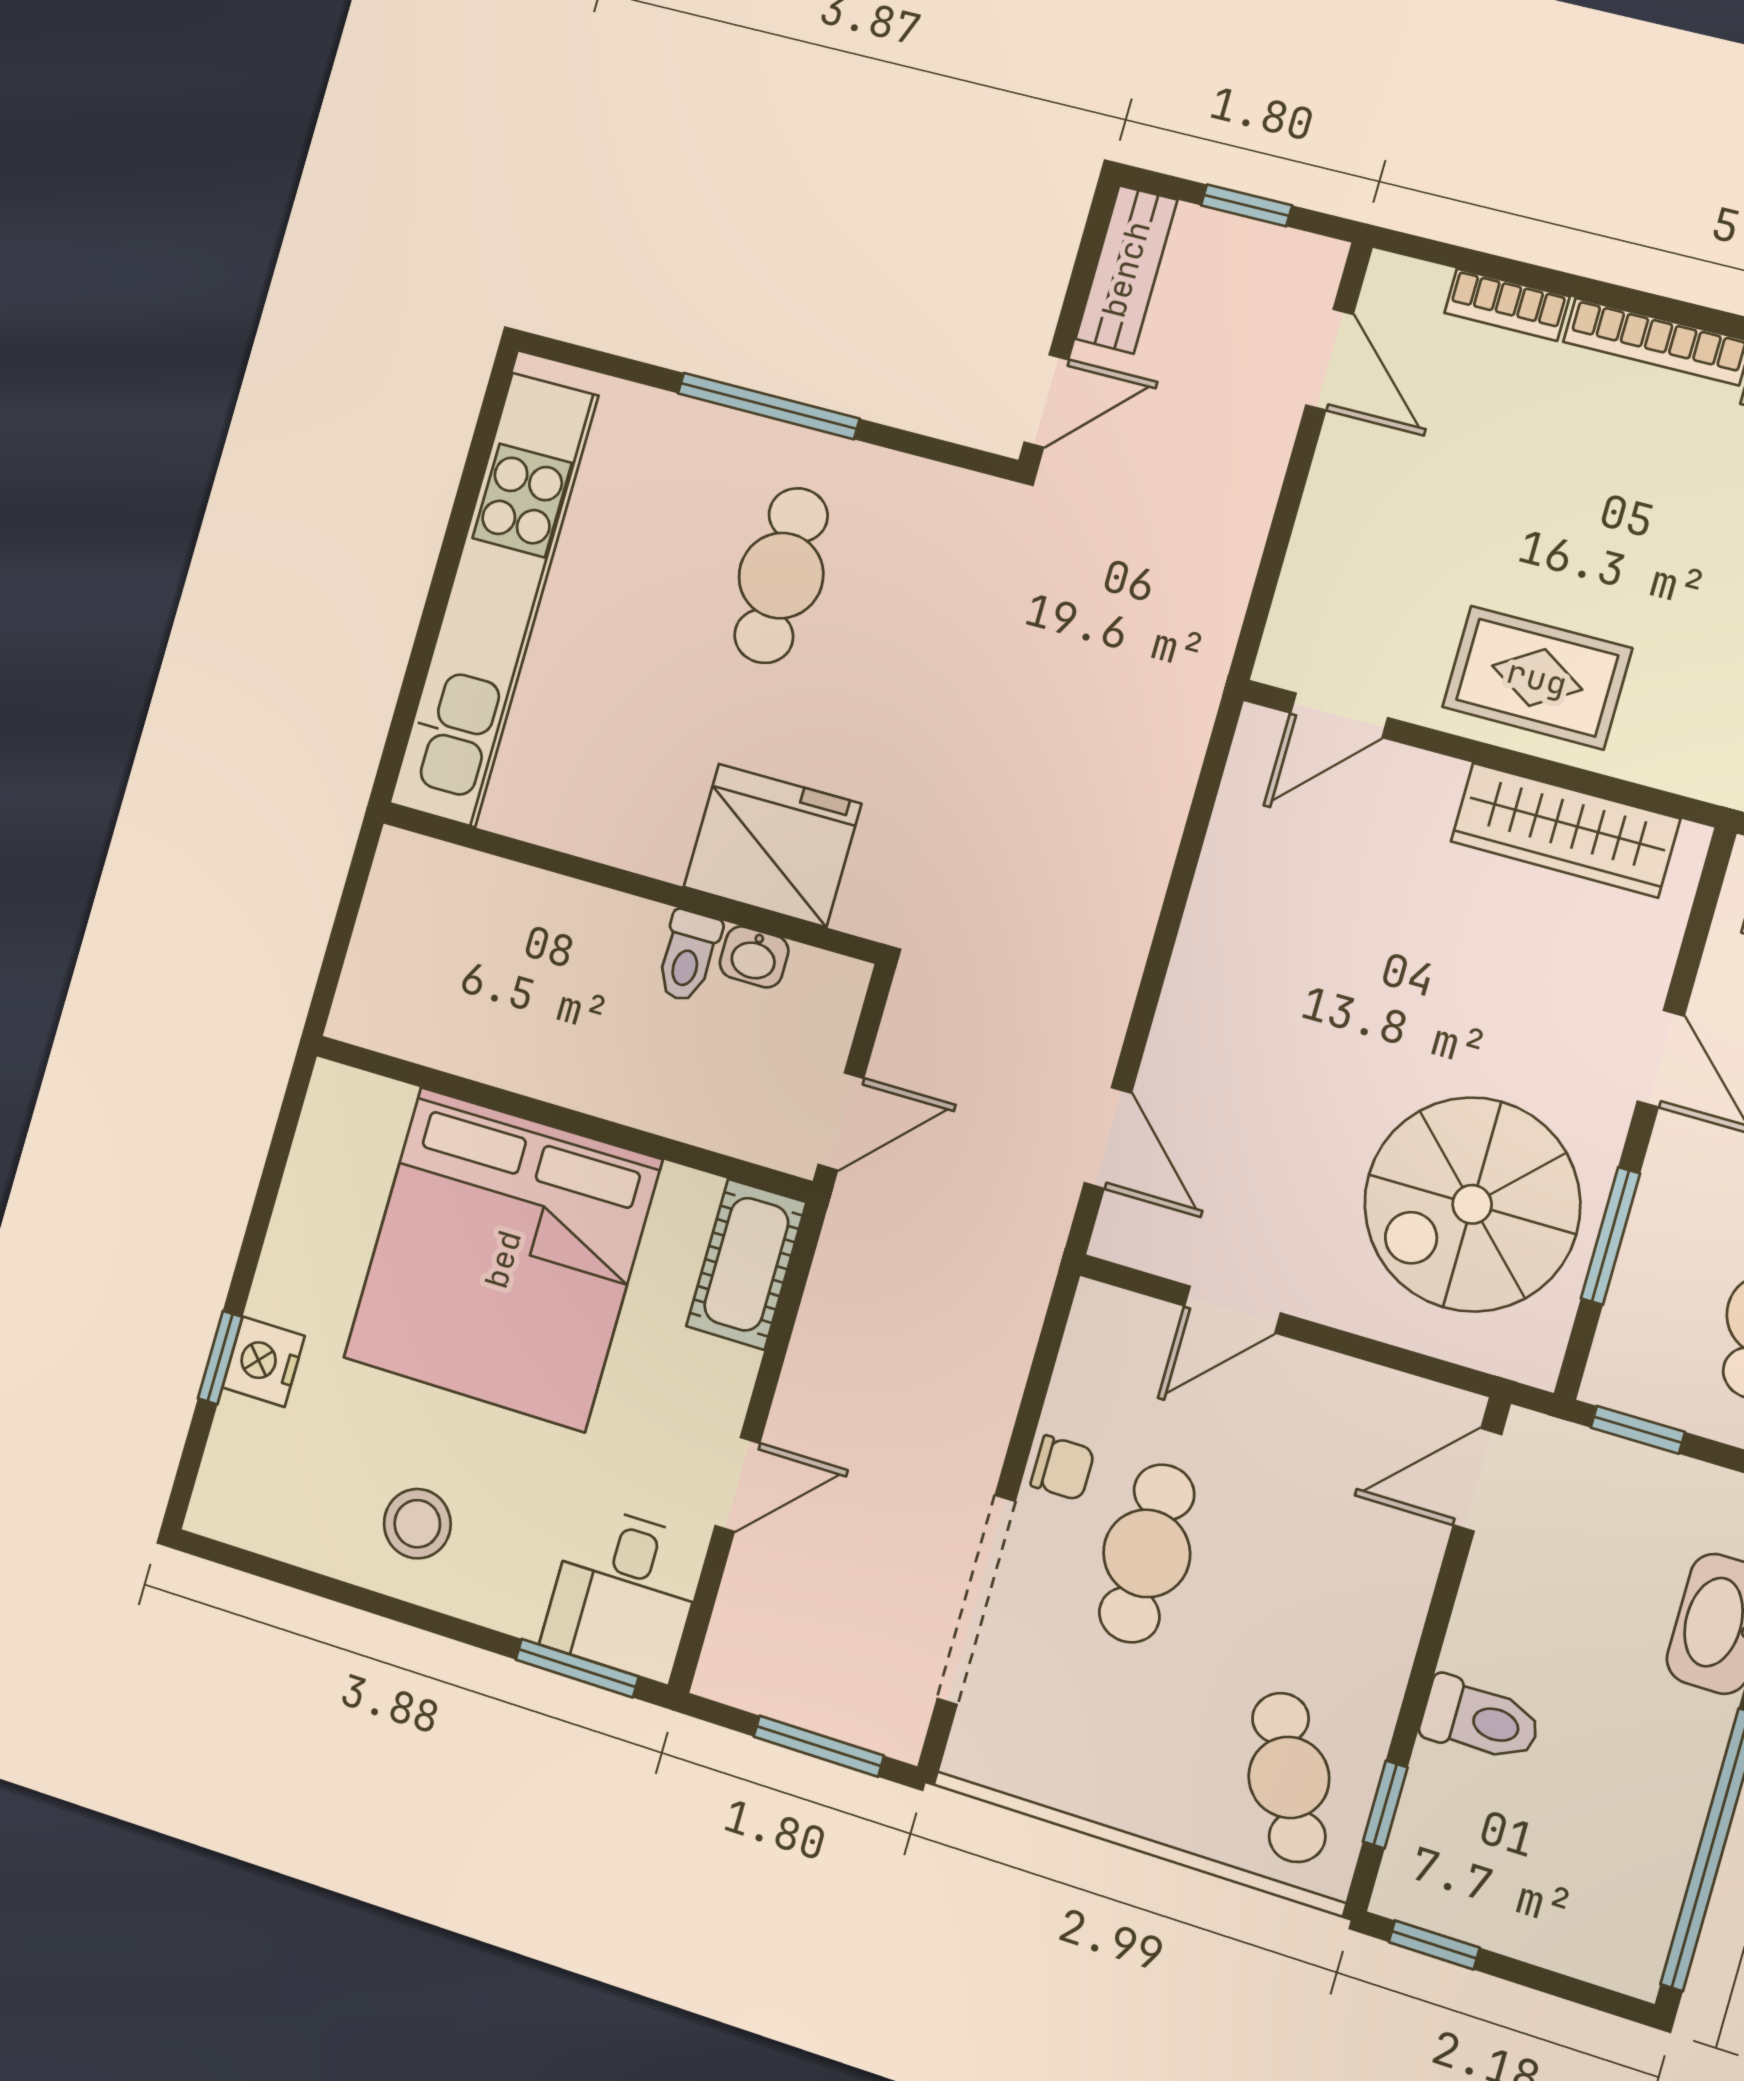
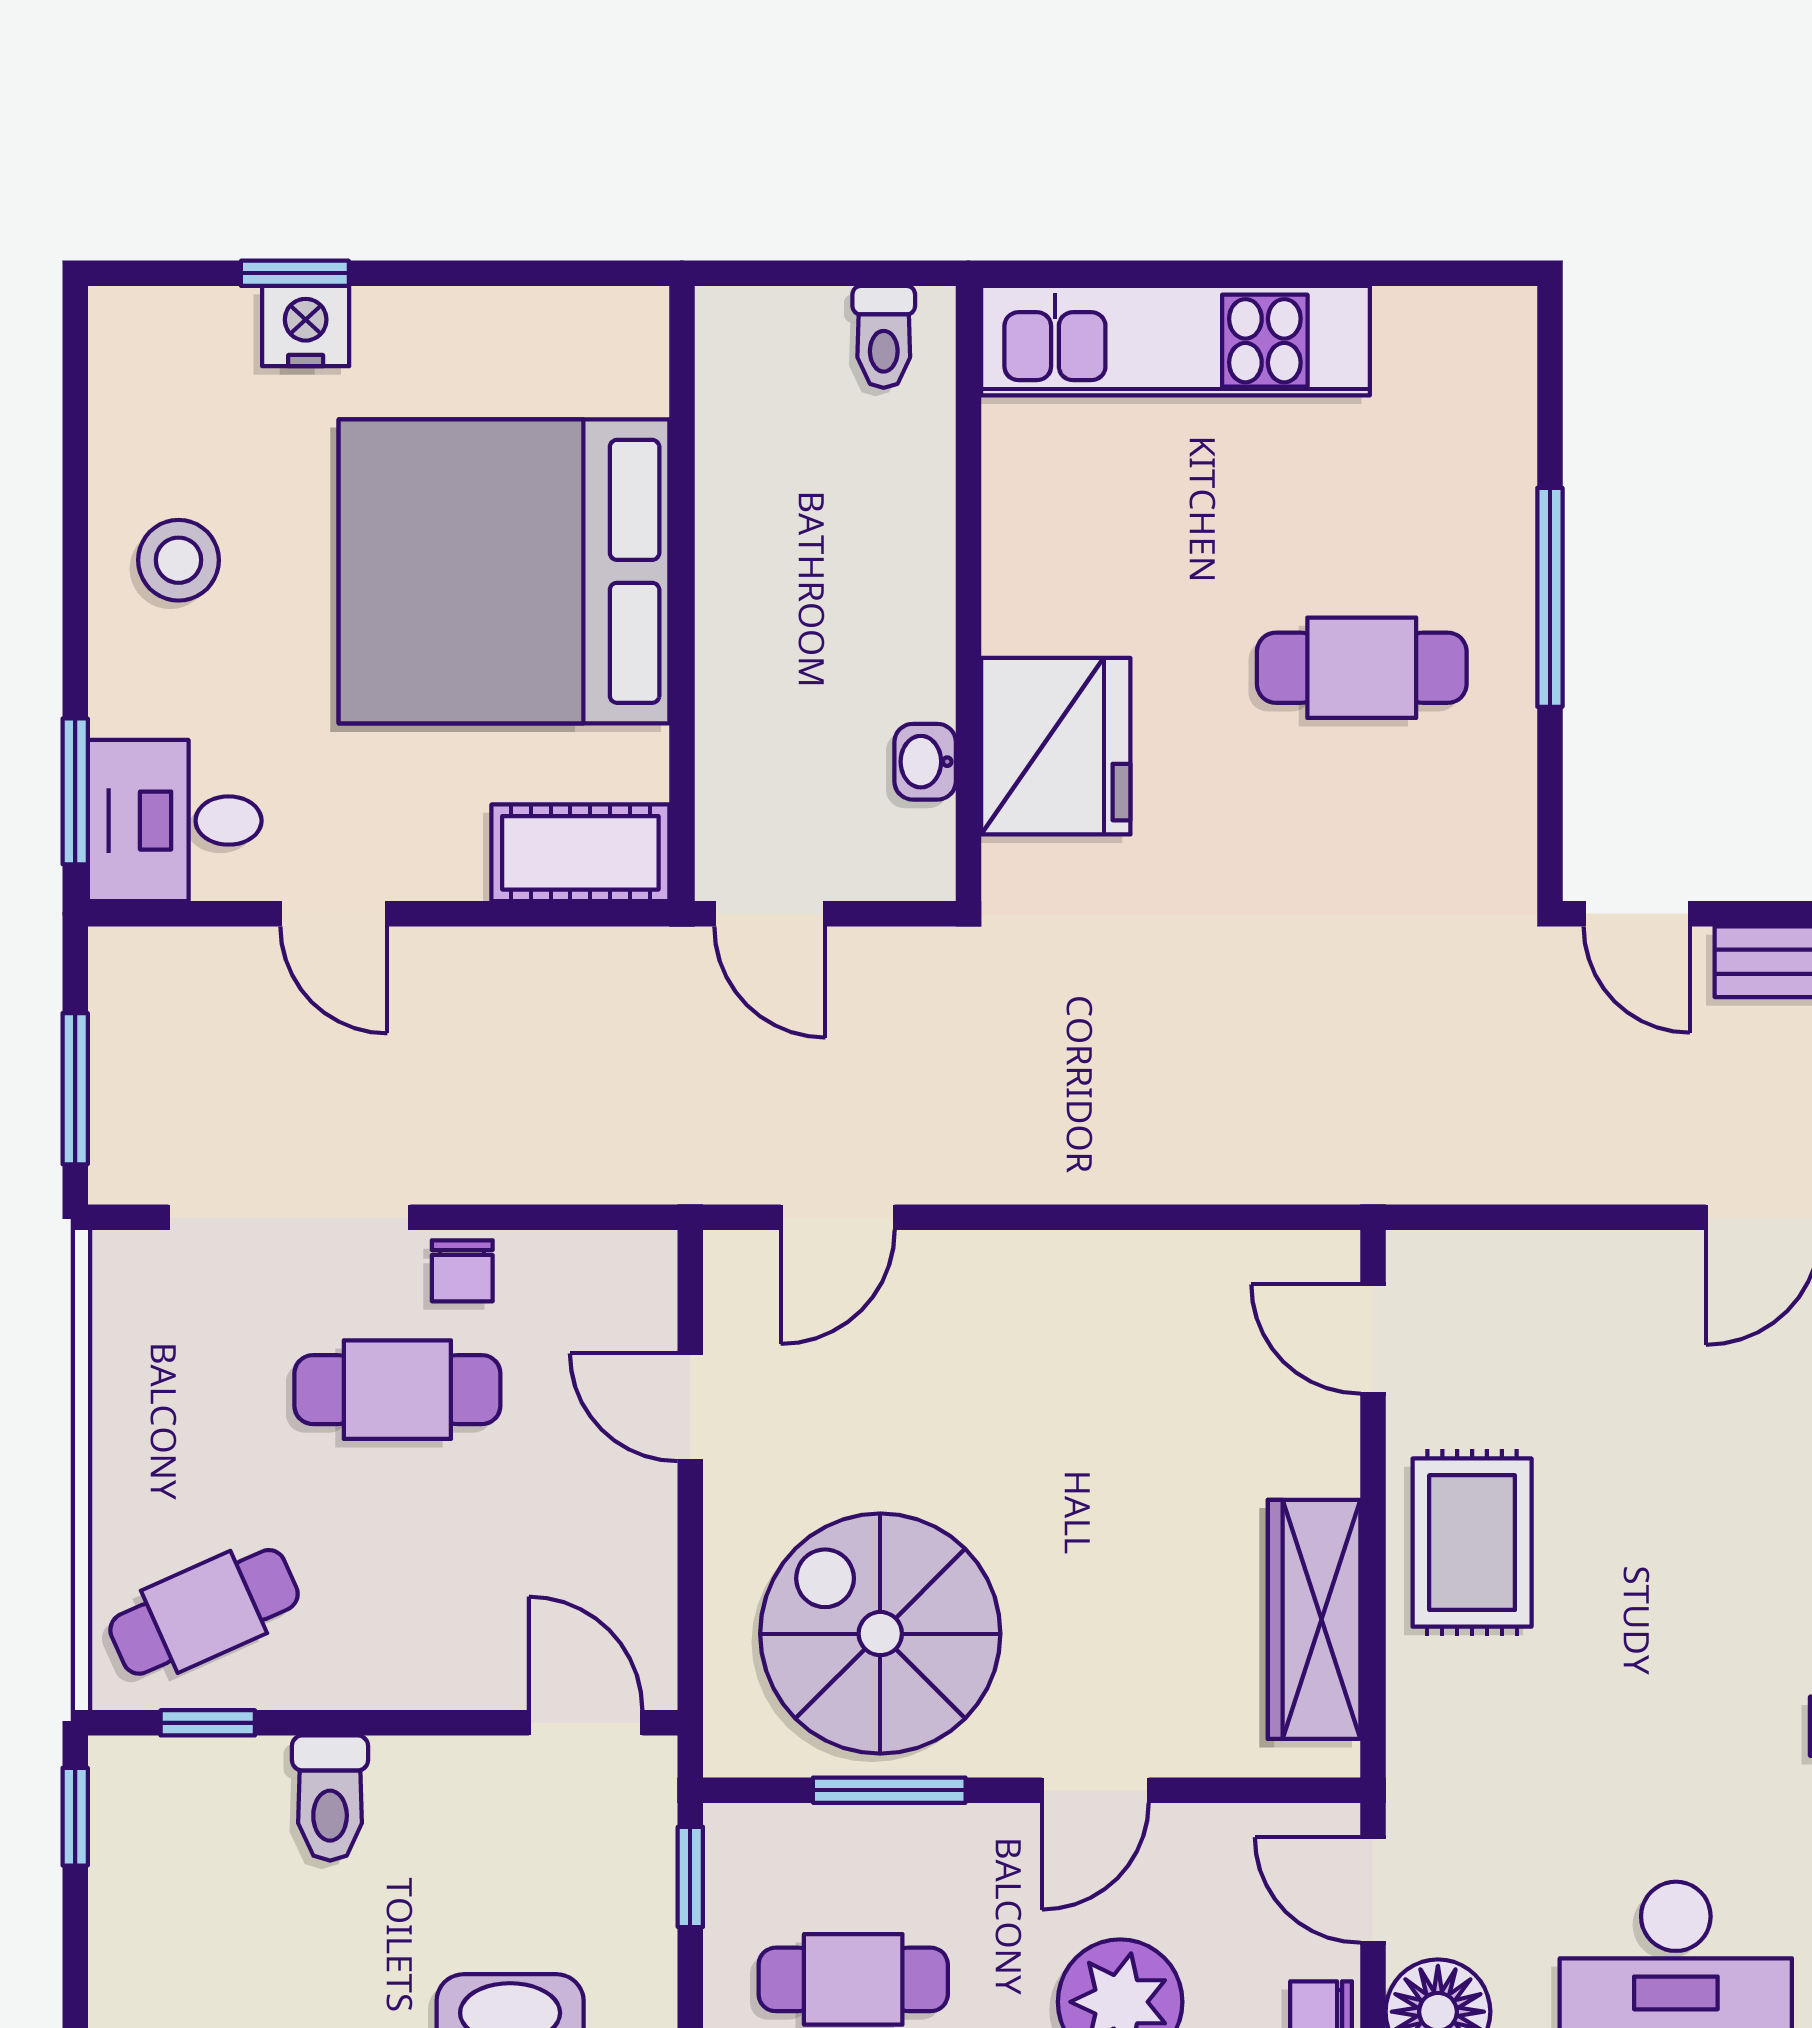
kitchen unit: (494, 600) -> (1175, 341), width x0.73
toilet: (688, 956) -> (884, 337), moved, turned -90

